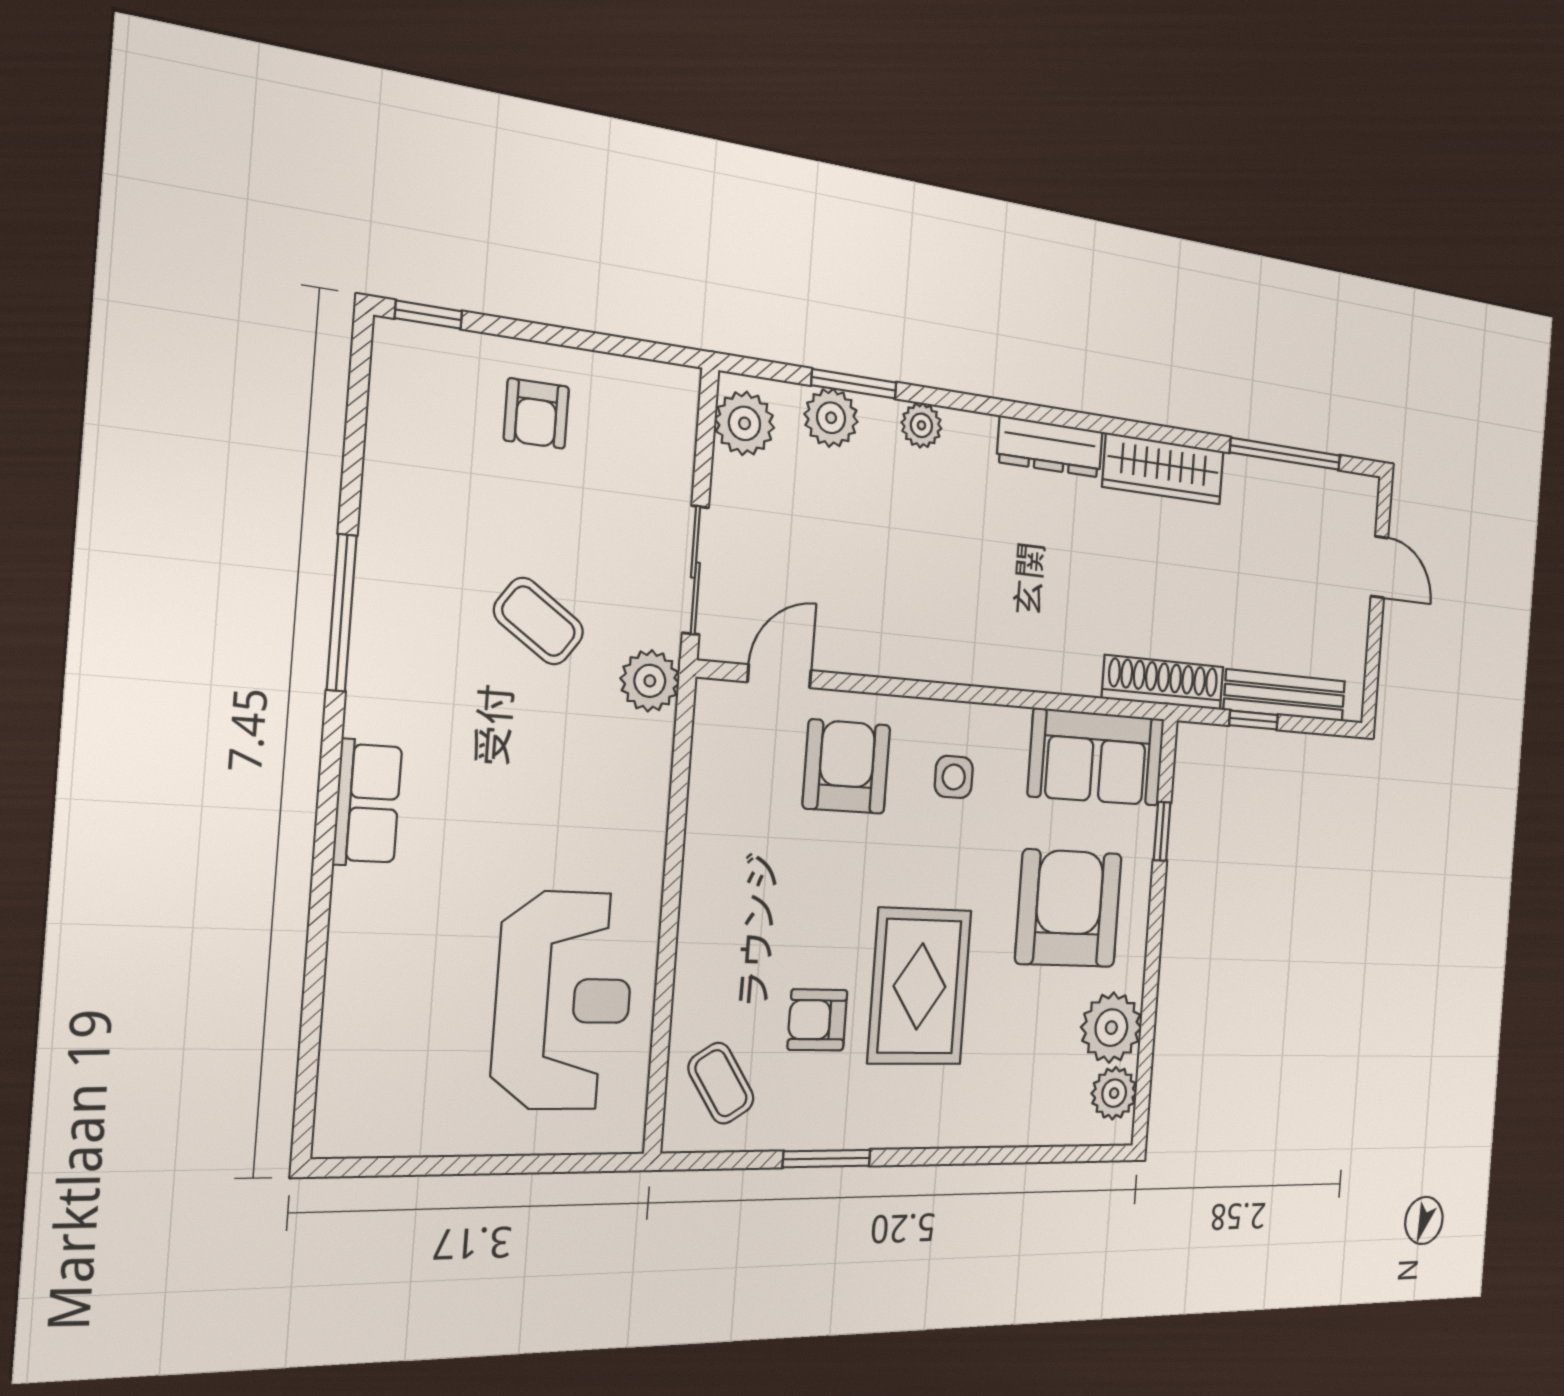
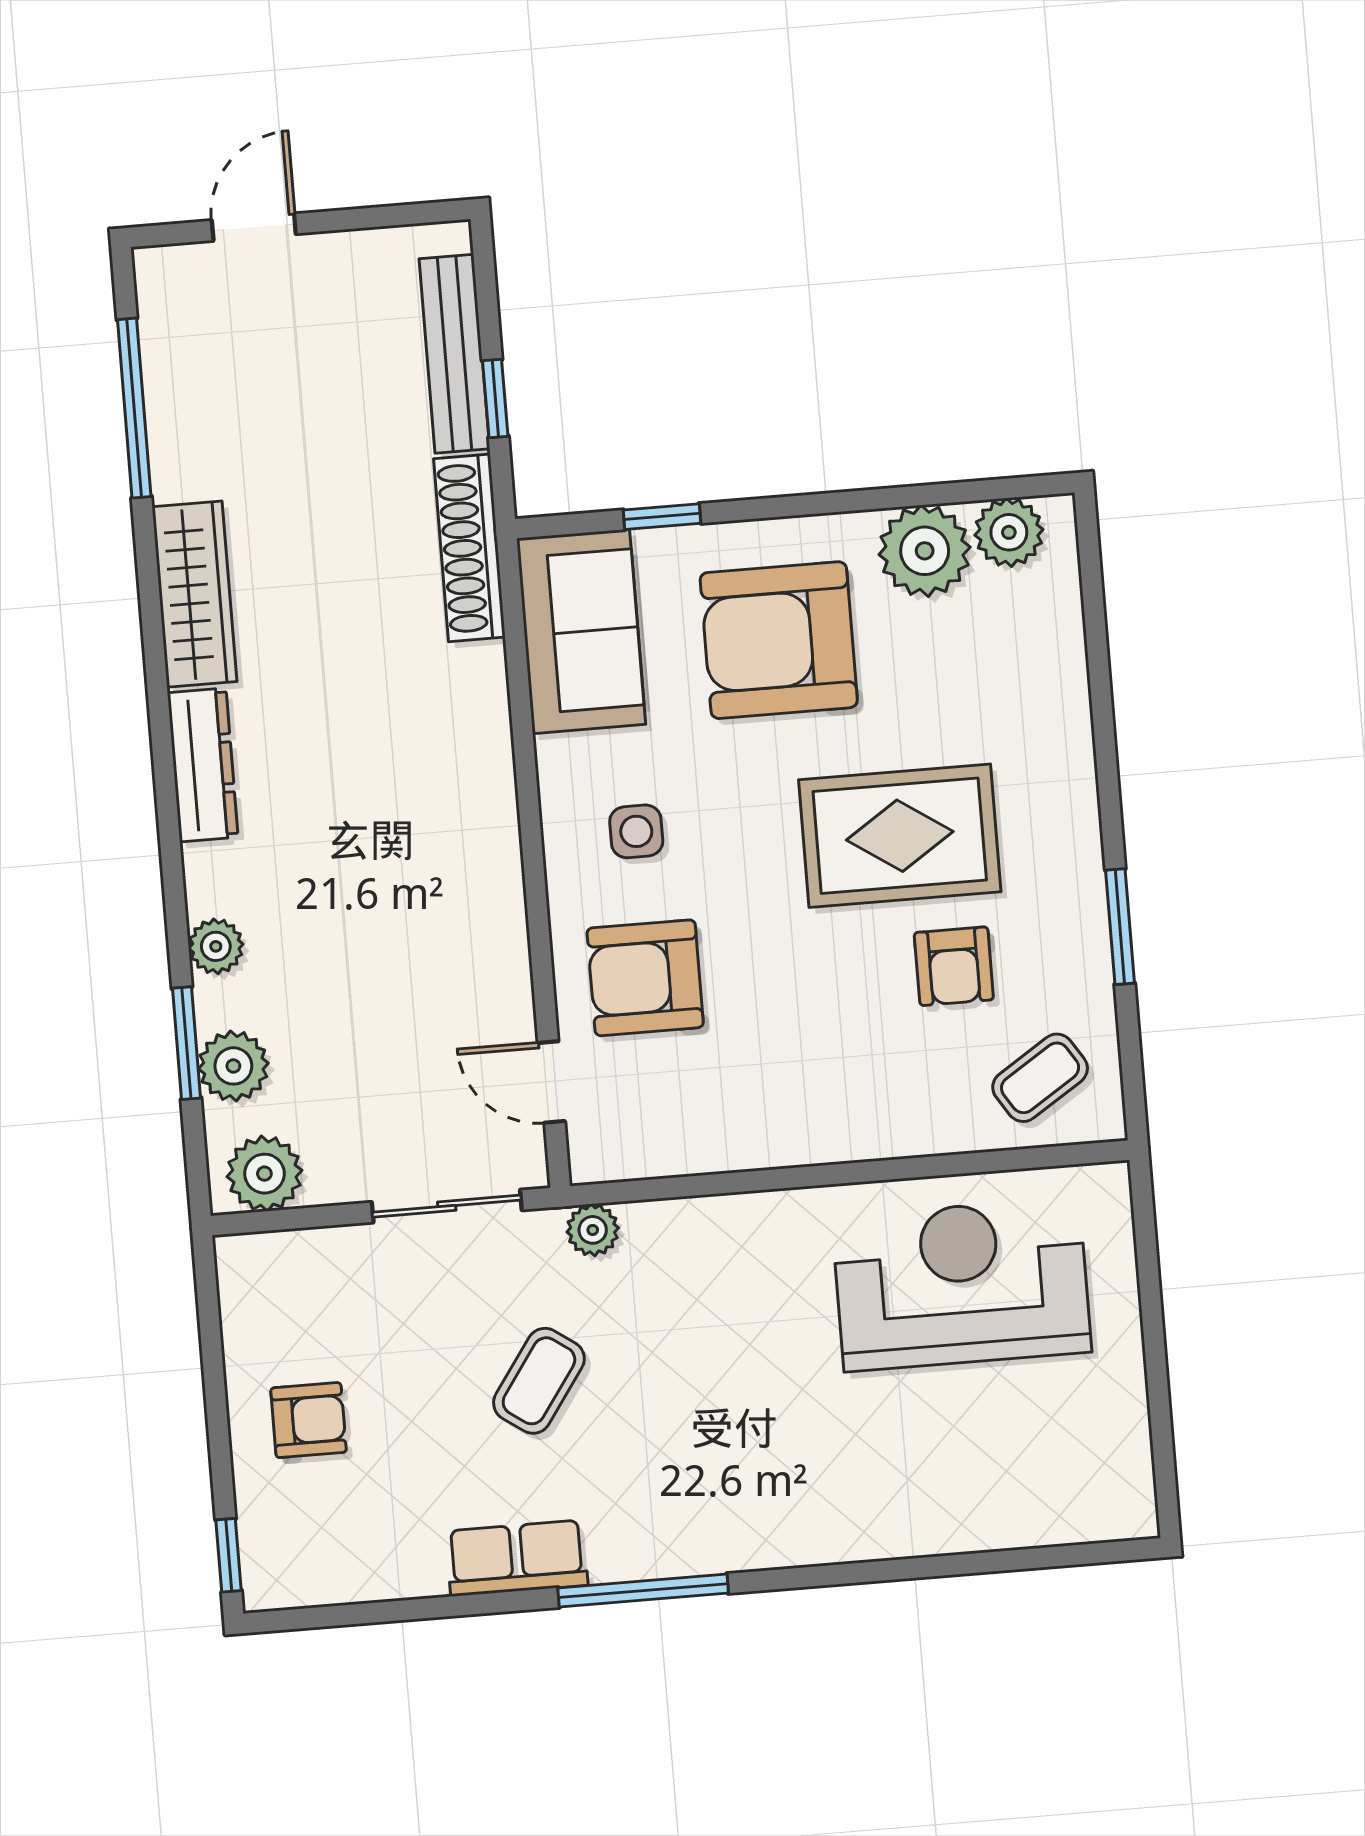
window: (342, 613) -> (643, 1590), moved
plant: (650, 681) -> (593, 1230), width x0.73, depth x0.73
row of seats: (367, 803) -> (517, 1558), moved

